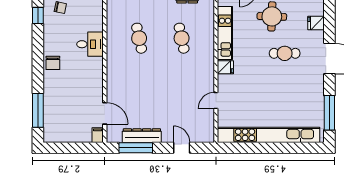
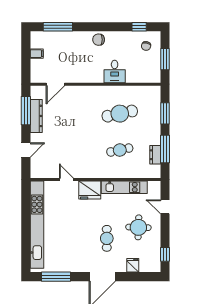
cafe table: (139, 38) -> (120, 114), width x1.37, depth x1.35
fridge: (225, 67) -> (90, 190), width x1.88, depth x1.34
filing cabinet: (98, 135) -> (37, 54), moved

